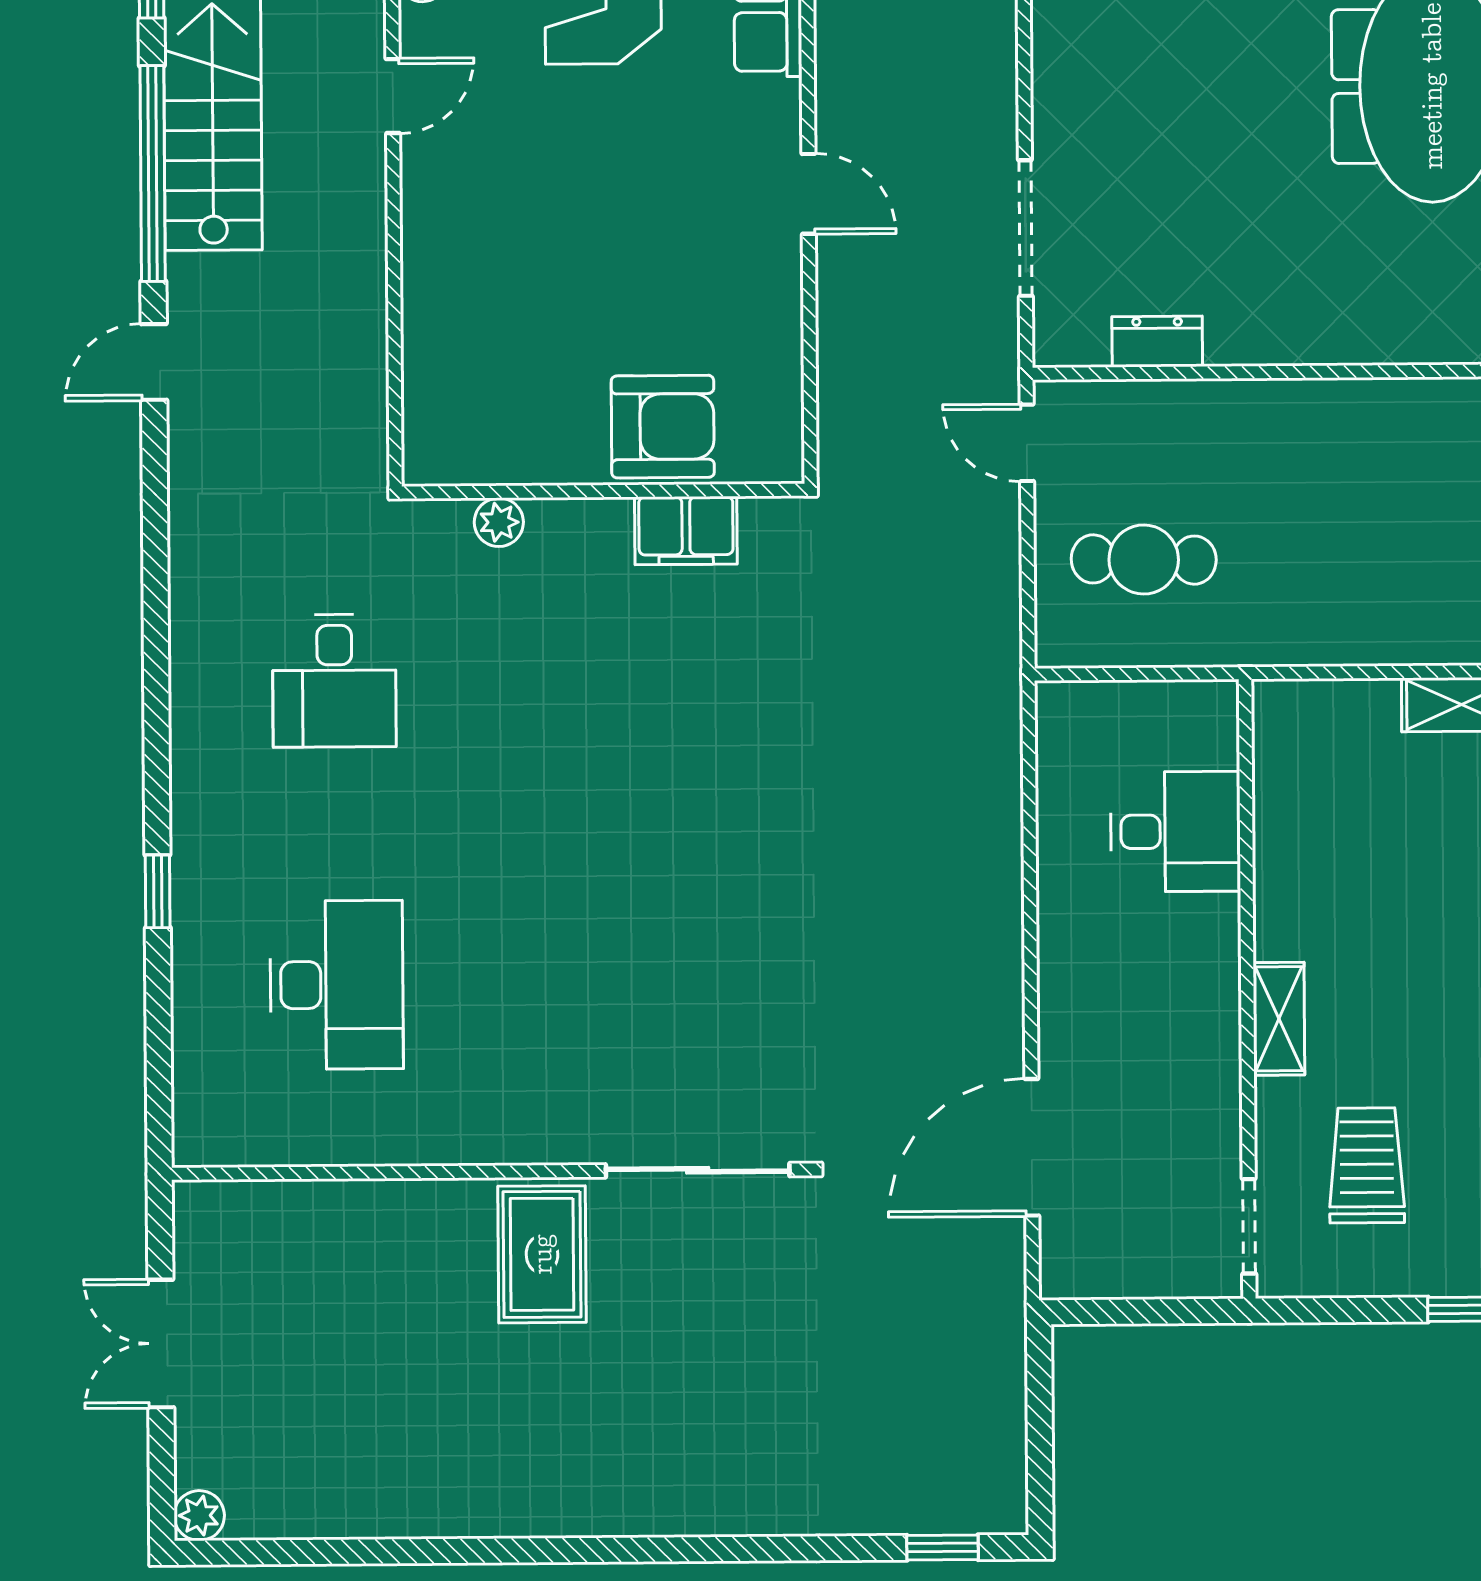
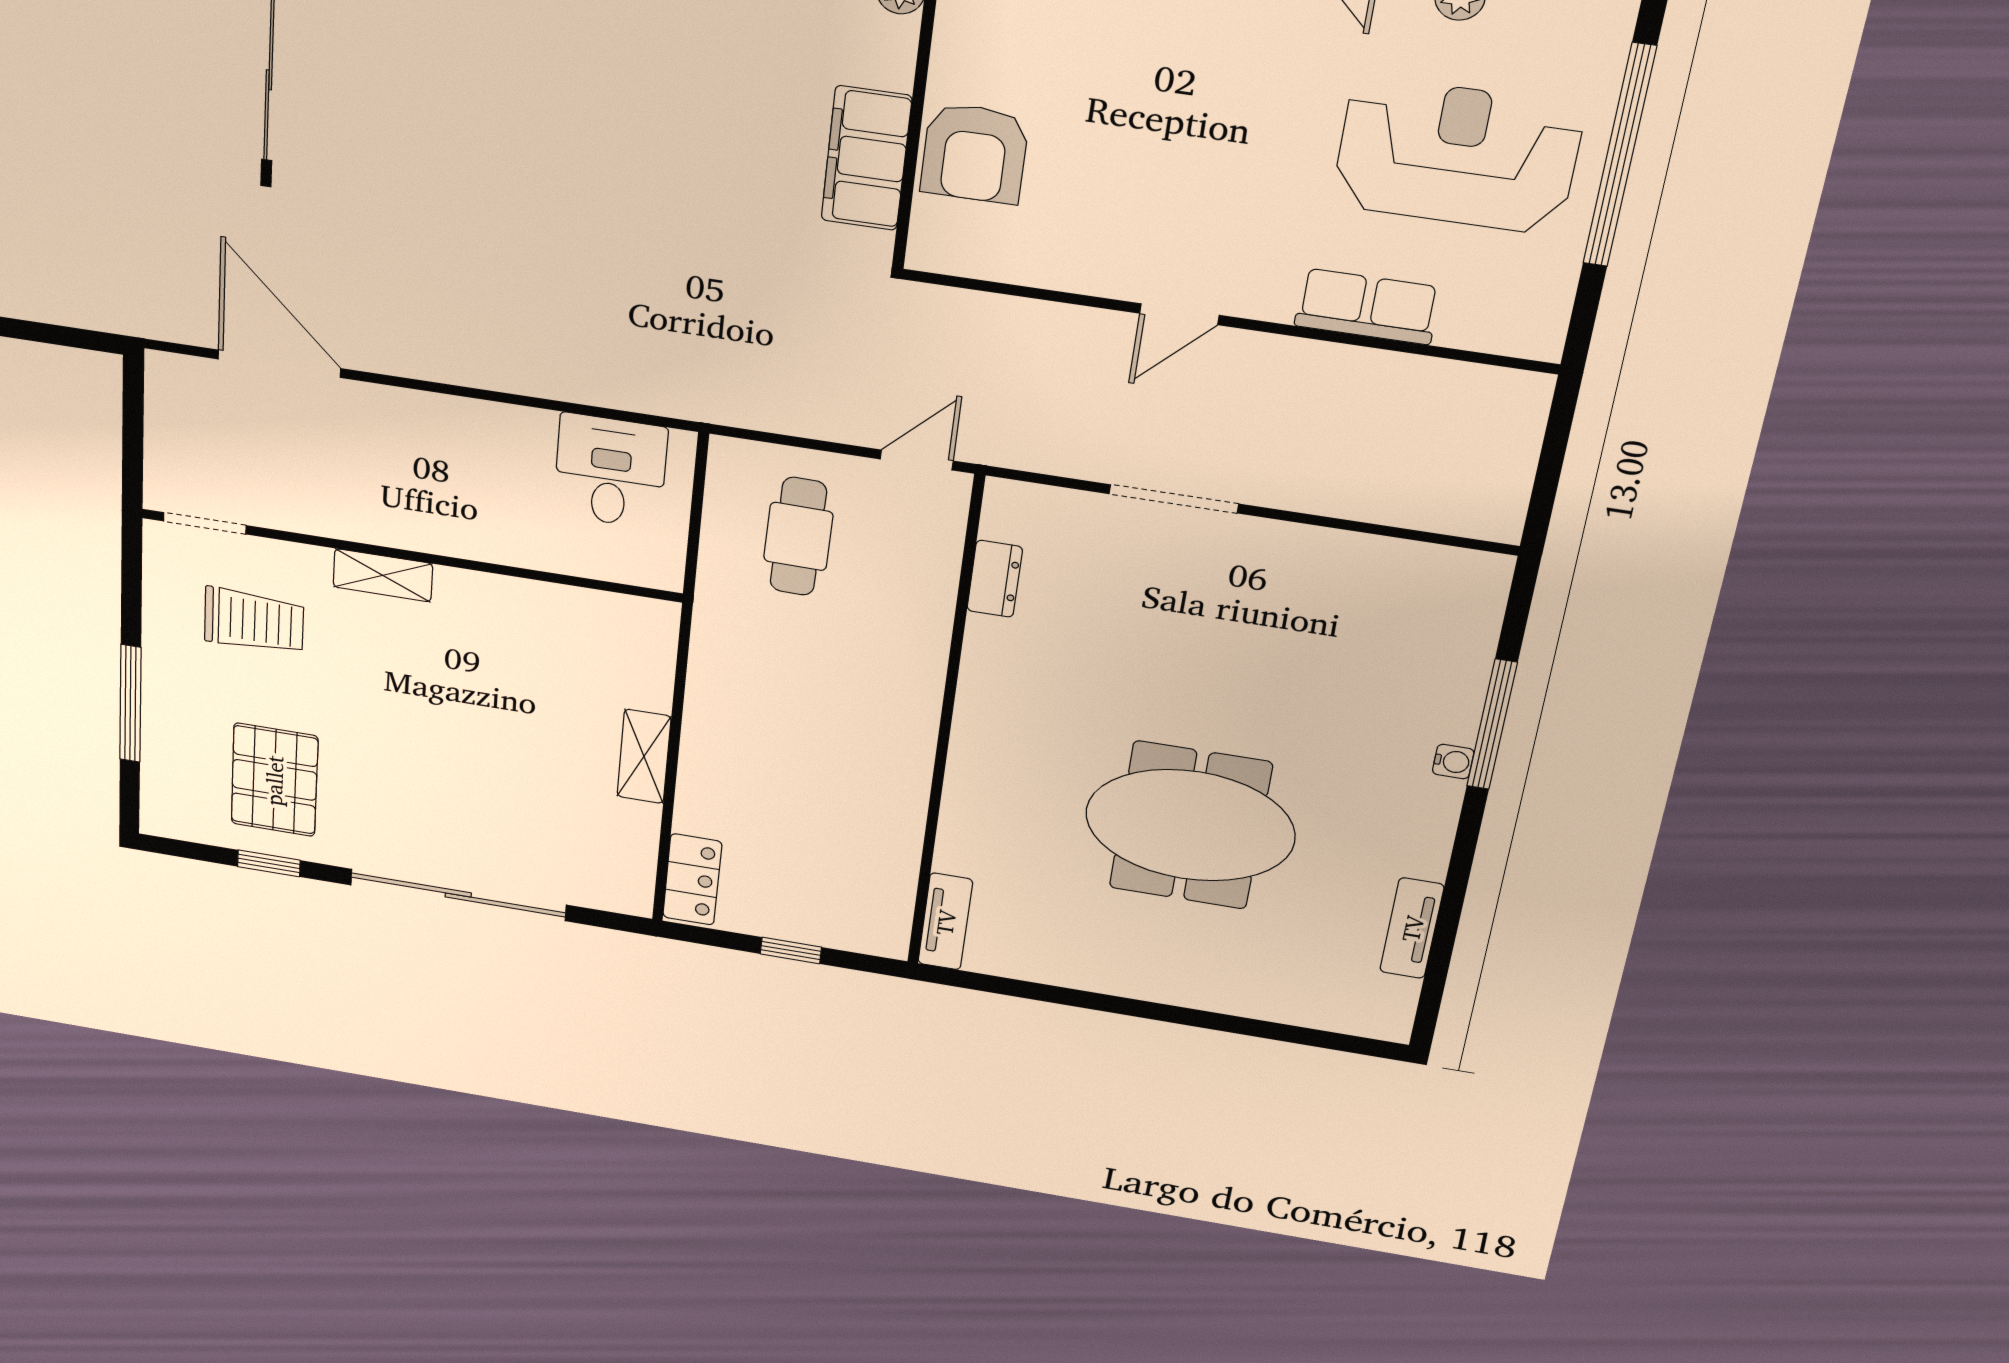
doorway: (1025, 228) -> (1174, 499), moved
filing cabinet: (686, 530) -> (866, 158), width x1.50, depth x1.17
desk: (1176, 832) -> (610, 471), moved, turned 180

